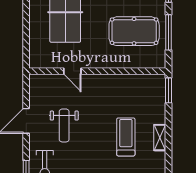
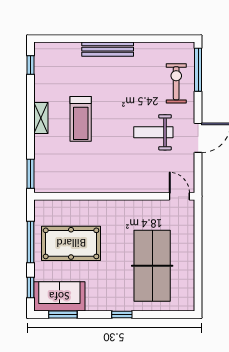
door: (72, 71) -> (179, 196), moved
weight bench: (64, 125) -> (153, 132), turned -90

